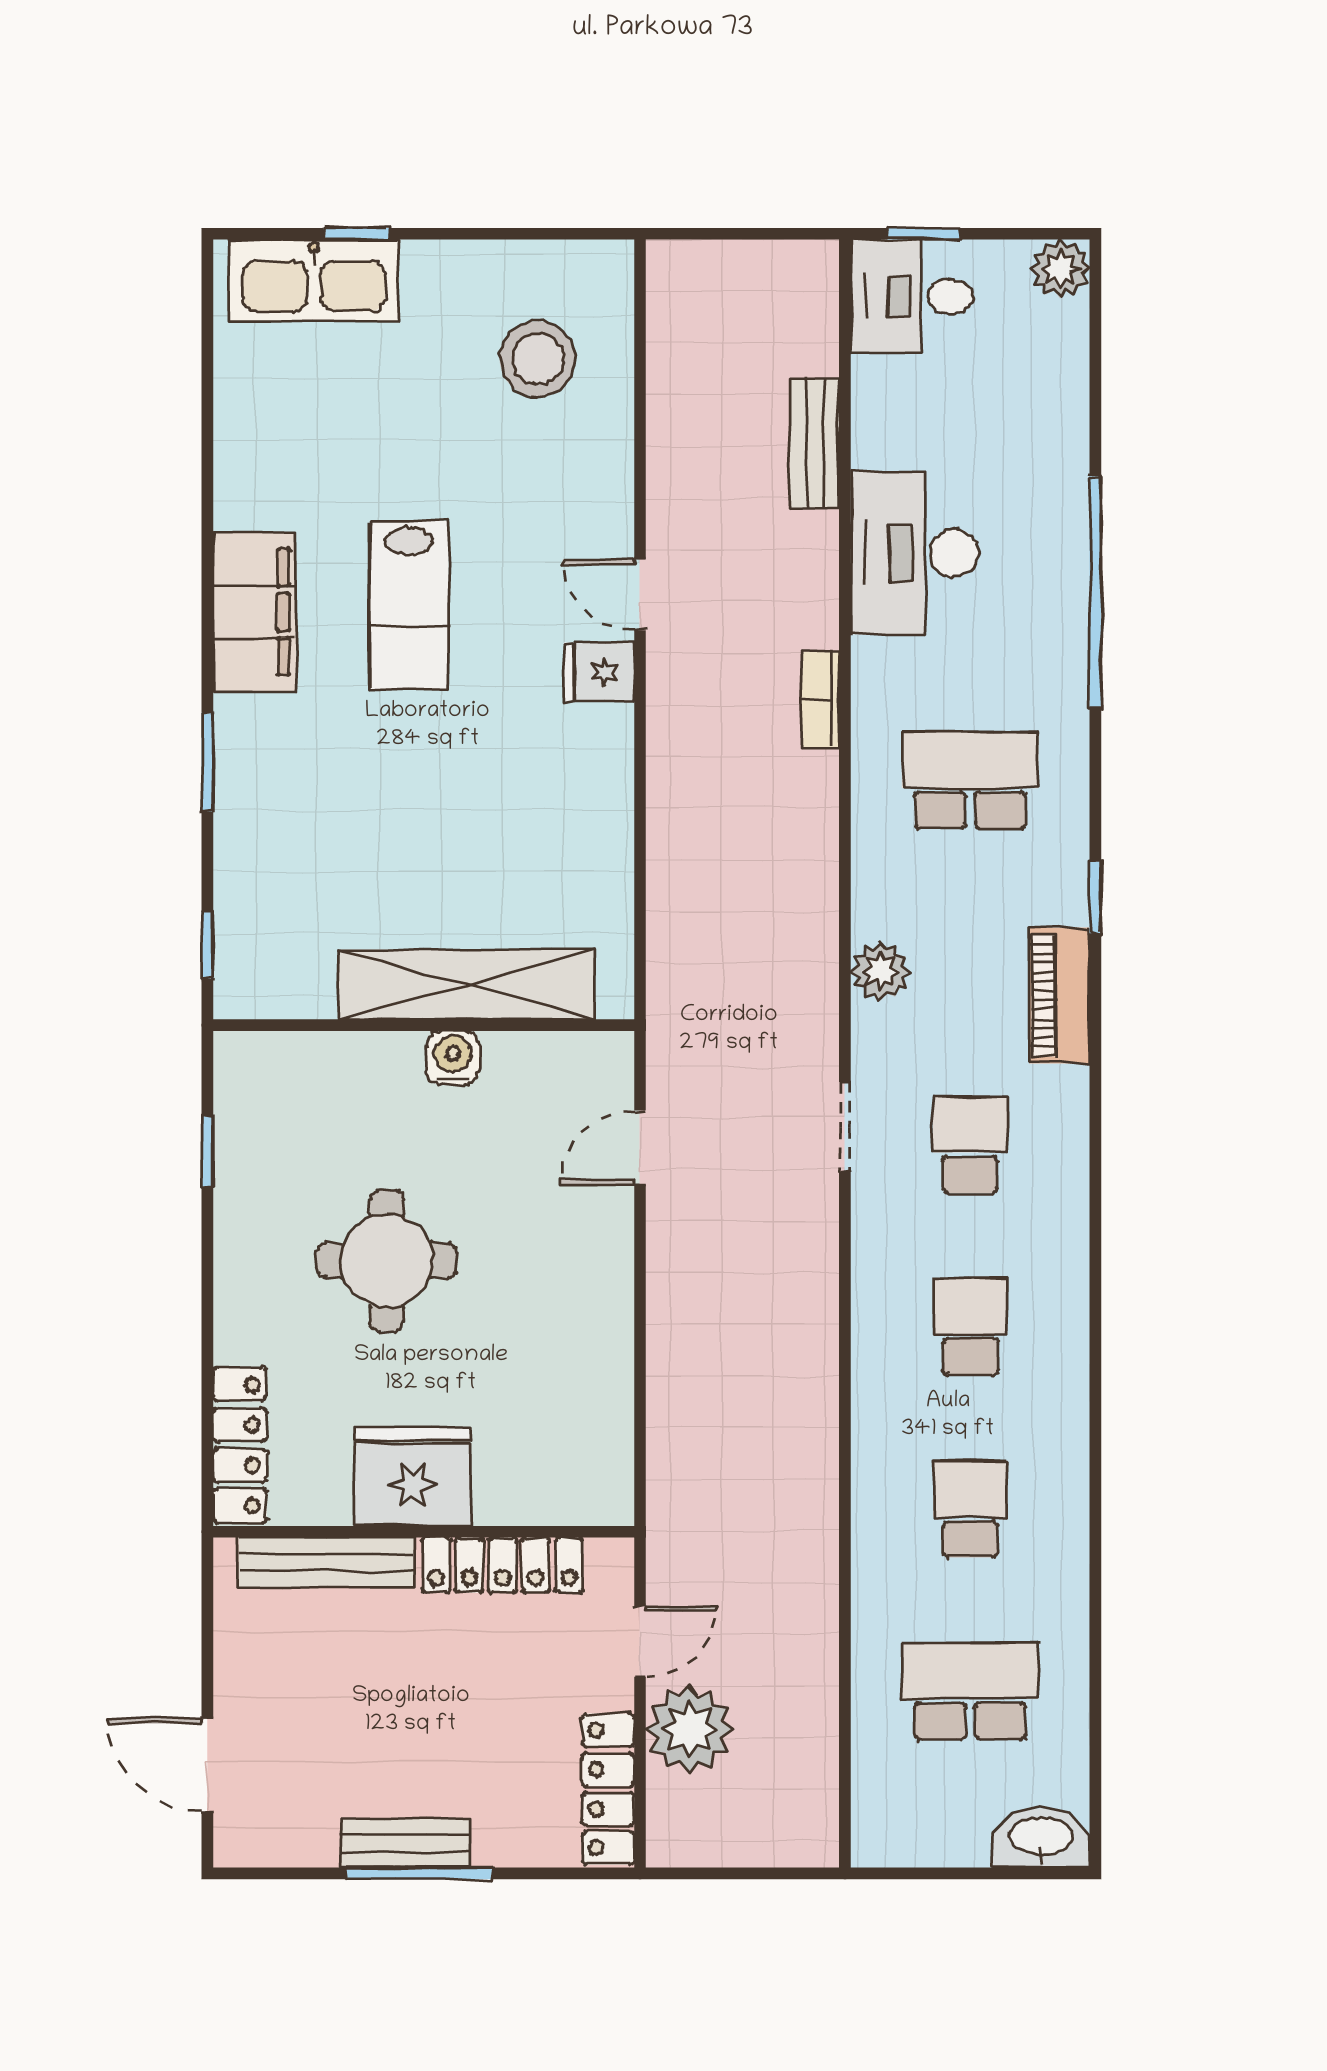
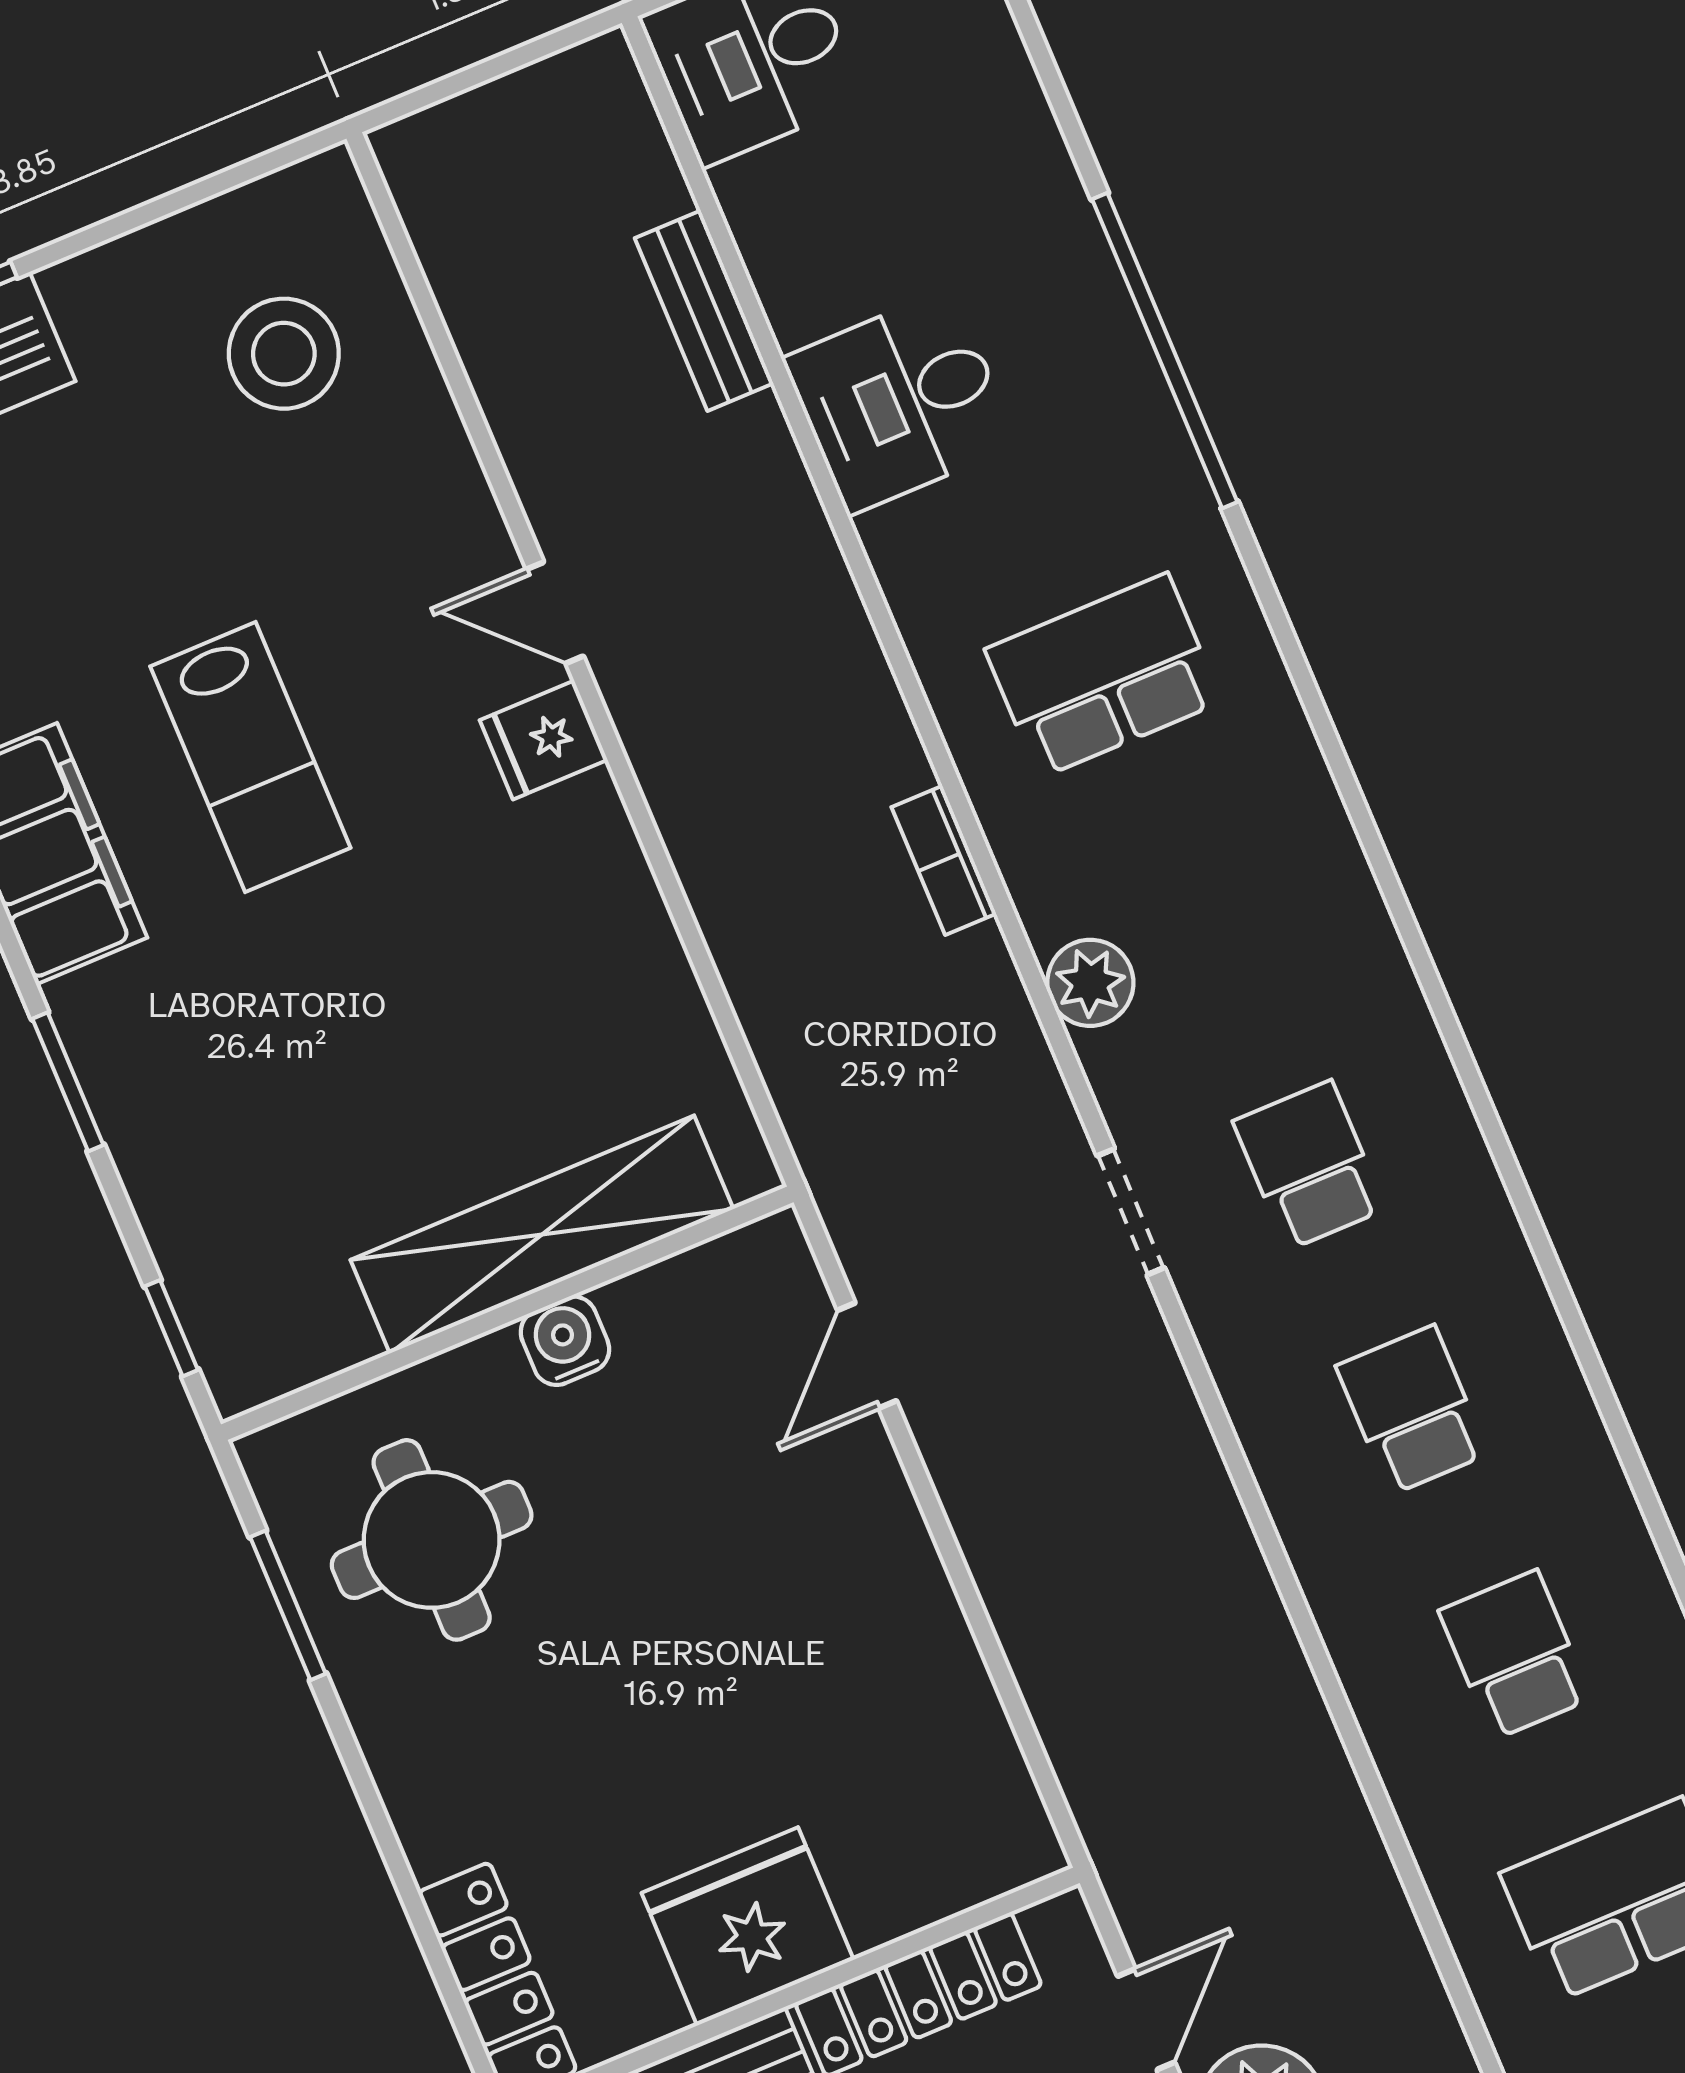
desk: (914, 553) -> (900, 402), width x0.73
bookcase: (820, 699) -> (944, 860), moved
window: (1095, 897) -> (1338, 762), removed
piano: (1059, 995) -> (1345, 914), removed
window: (207, 1152) -> (288, 1605), width x1.50
round table: (387, 1260) -> (432, 1540), moved

